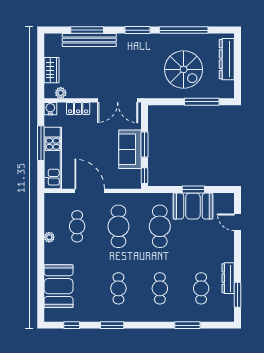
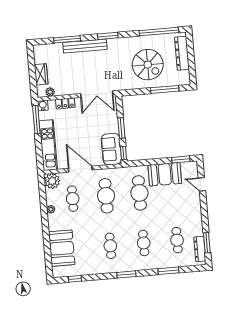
window: (184, 30) -> (159, 32), moved
bench: (89, 40) -> (85, 46), moved
window: (41, 143) -> (36, 120), moved
sofa: (130, 149) -> (111, 149), moved
window: (193, 190) -> (181, 159), moved
plant: (54, 203) -> (52, 181), added
dresser: (228, 278) -> (200, 249), moved
window: (112, 325) -> (126, 274), moved

